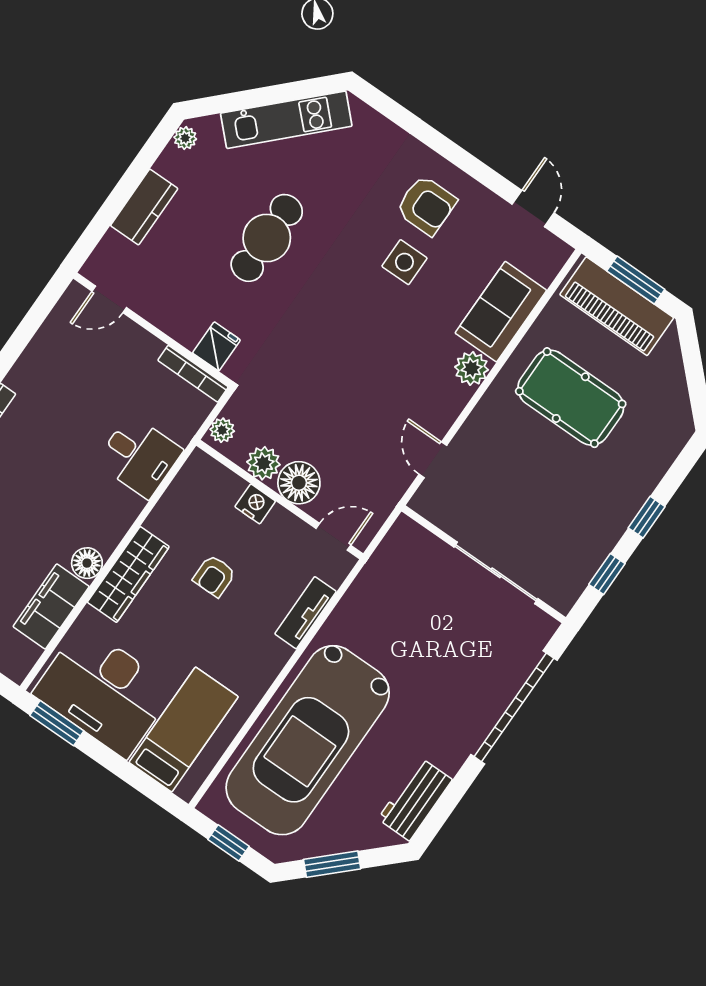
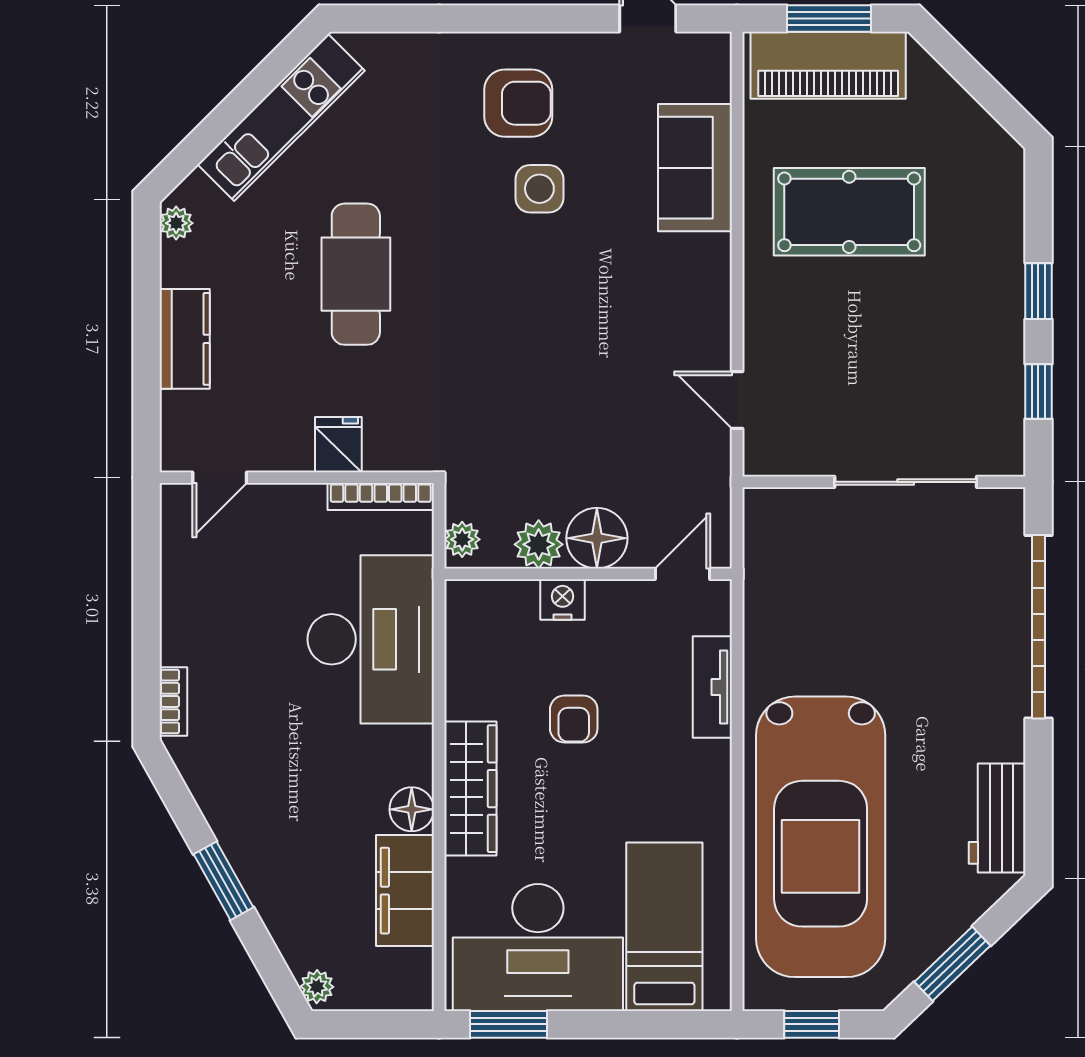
fridge: (216, 346) -> (338, 445), moved
plant: (472, 368) -> (707, 259), removed
desk: (139, 456) -> (371, 639), width x1.87, depth x1.30

